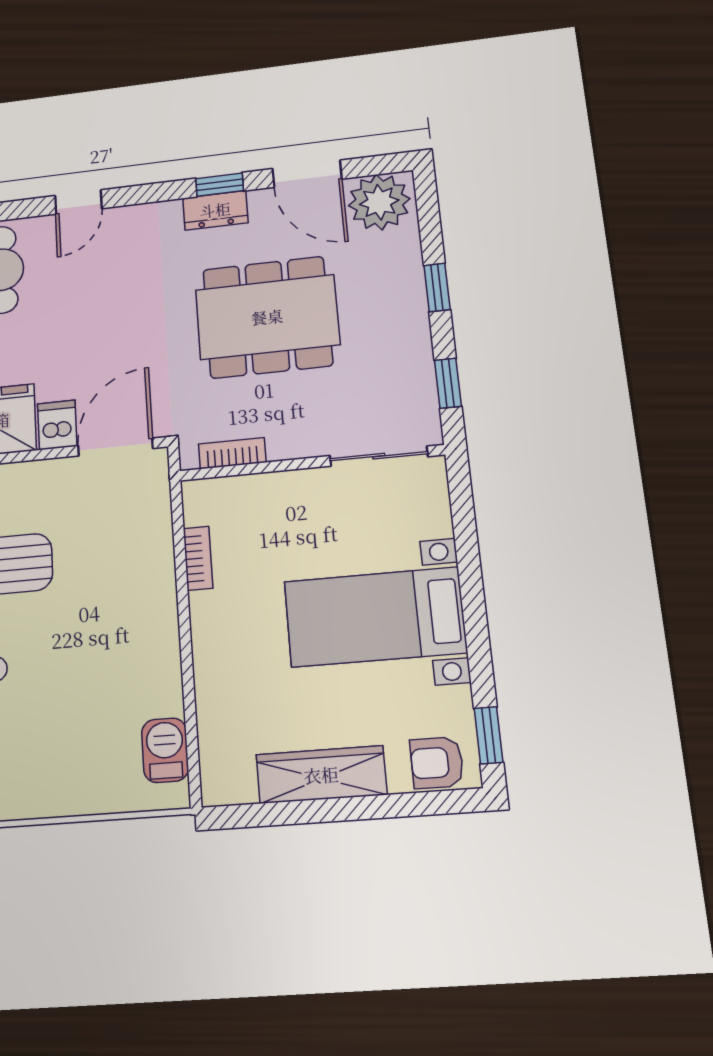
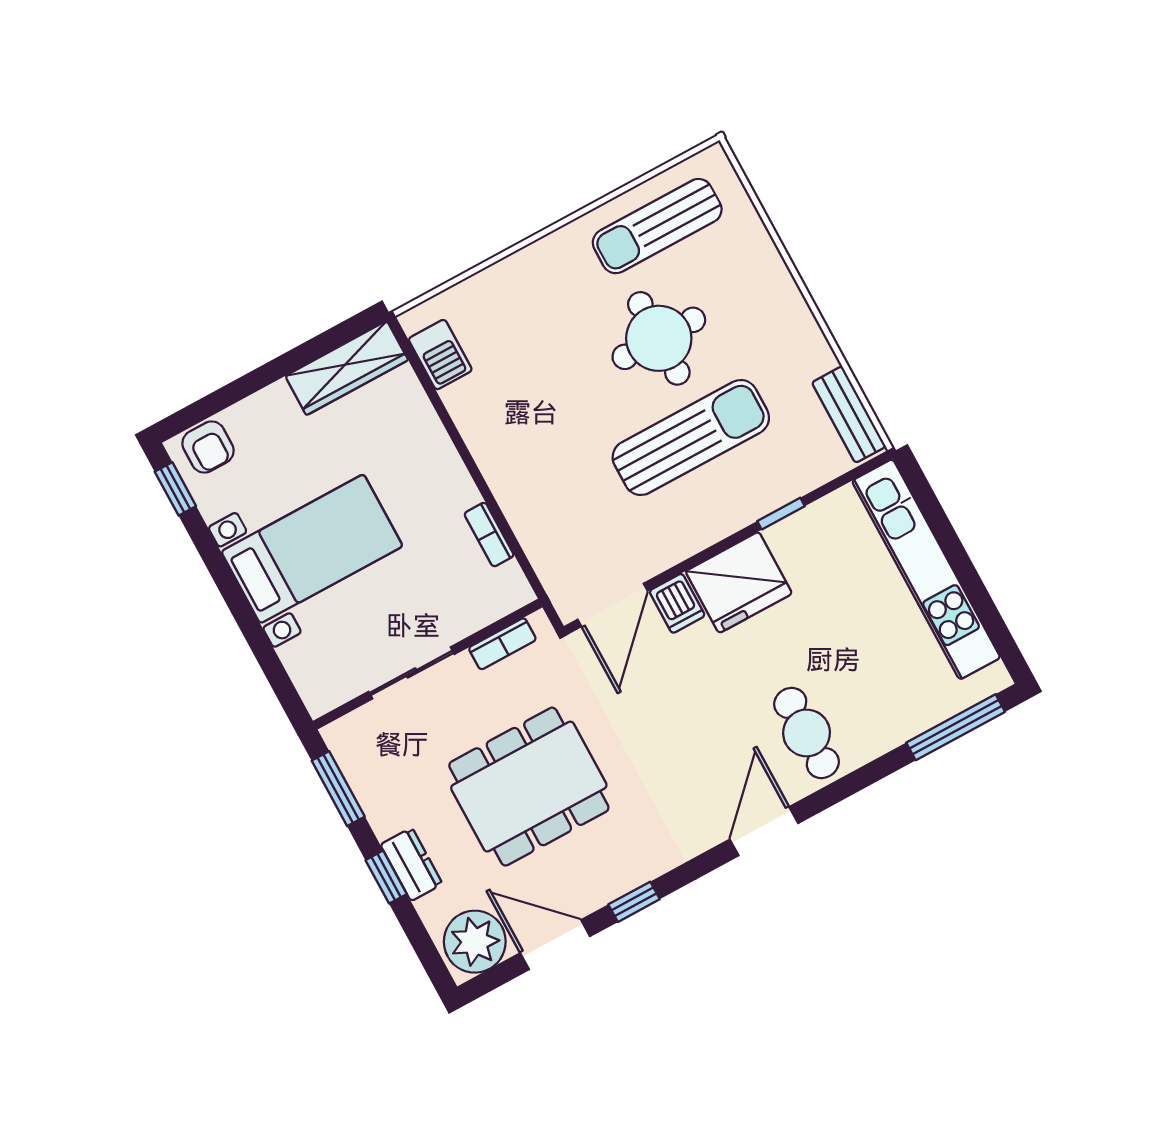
door: (78, 202) -> (764, 831), width x1.38
dresser: (215, 210) -> (411, 864), moved, turned 90
window: (448, 383) -> (338, 789), width x1.50
sliding door: (379, 456) -> (411, 673), moved
armchair: (437, 763) -> (208, 447), turned 90
wardrobe: (321, 775) -> (347, 368), moved

